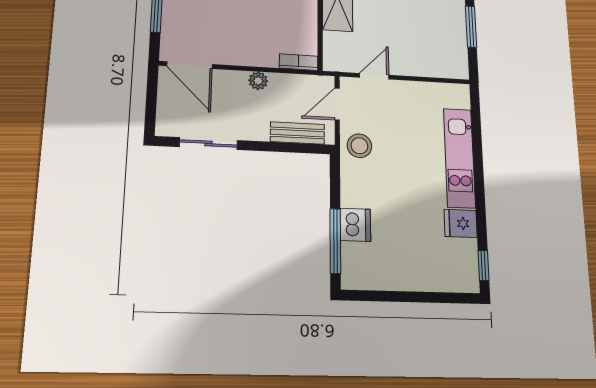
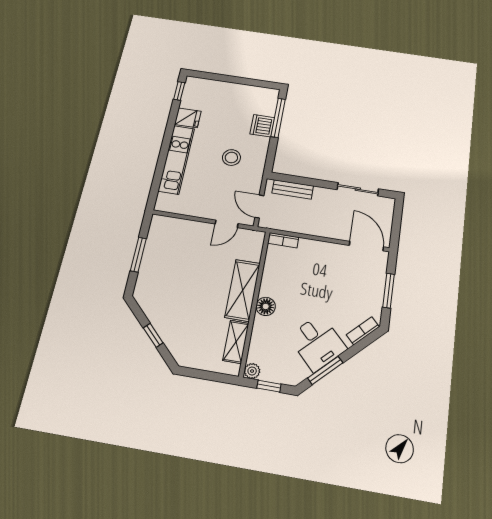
plant: (258, 81) -> (316, 229), removed
door: (337, 104) -> (259, 206), swing flipped
stool: (359, 146) -> (231, 158), moved

